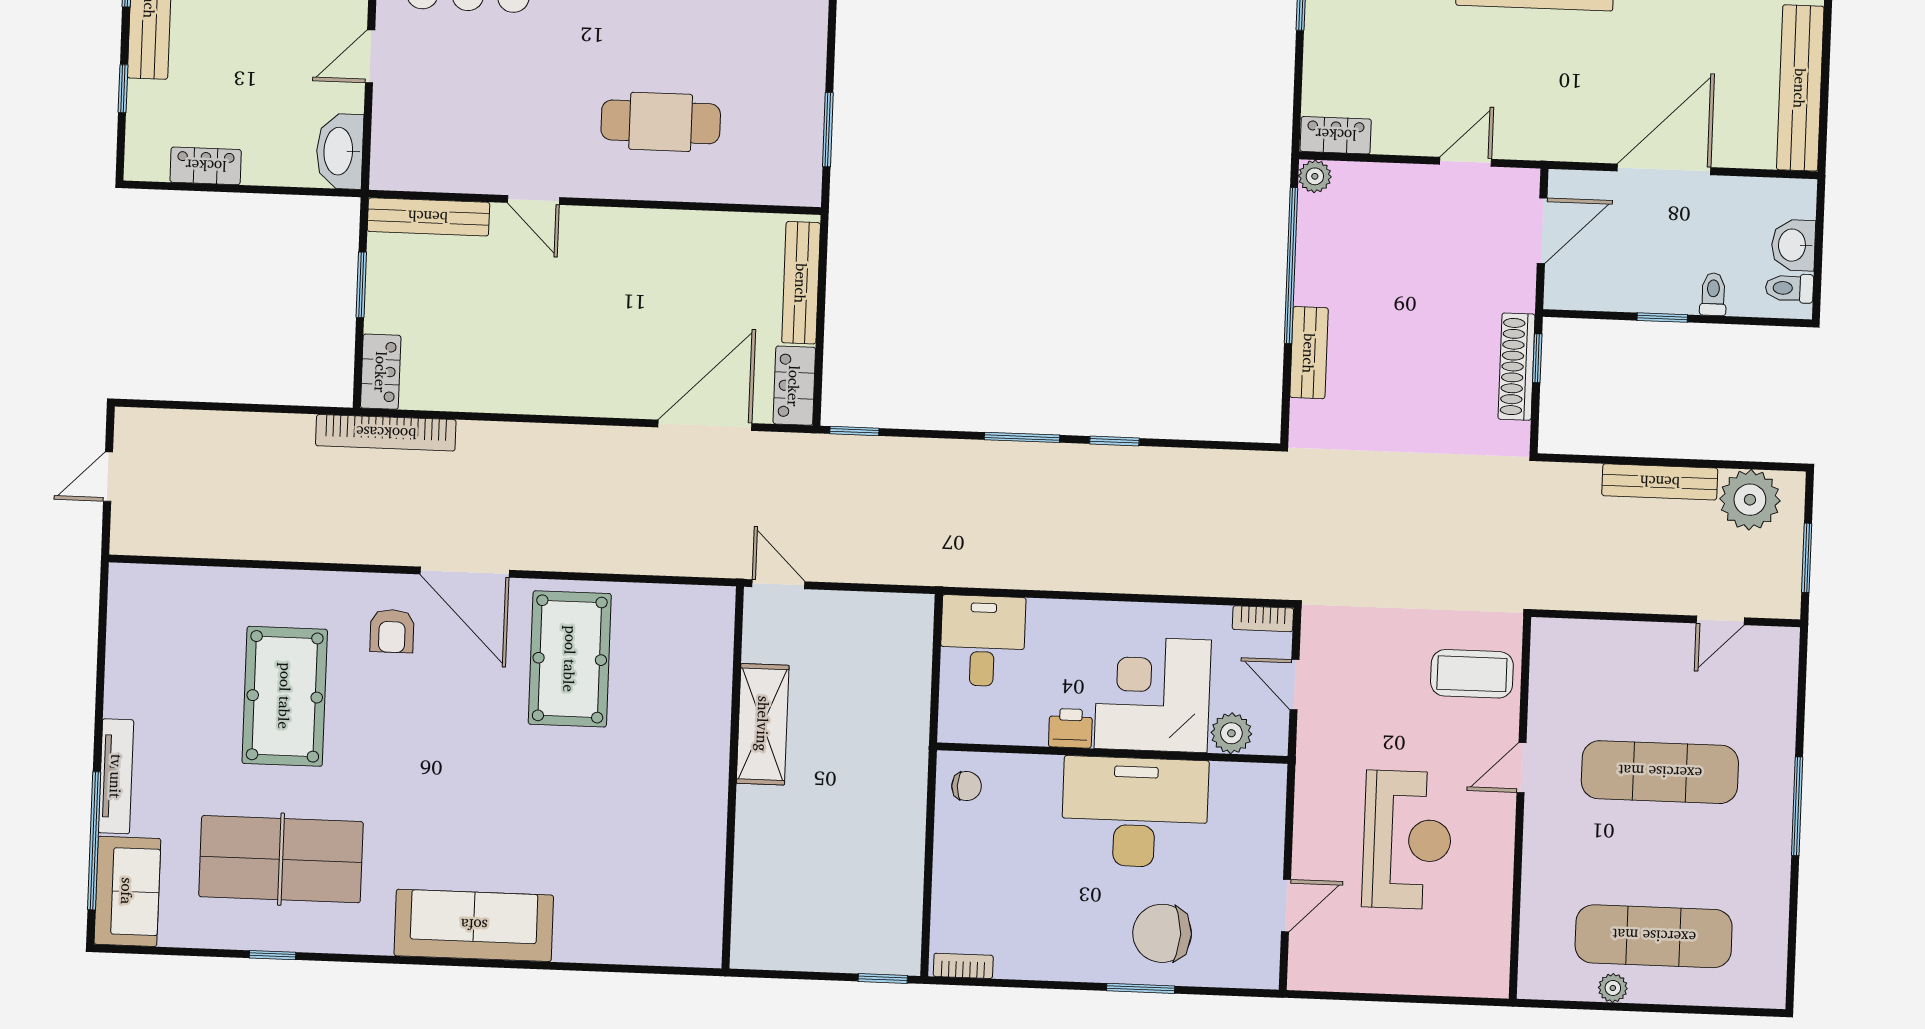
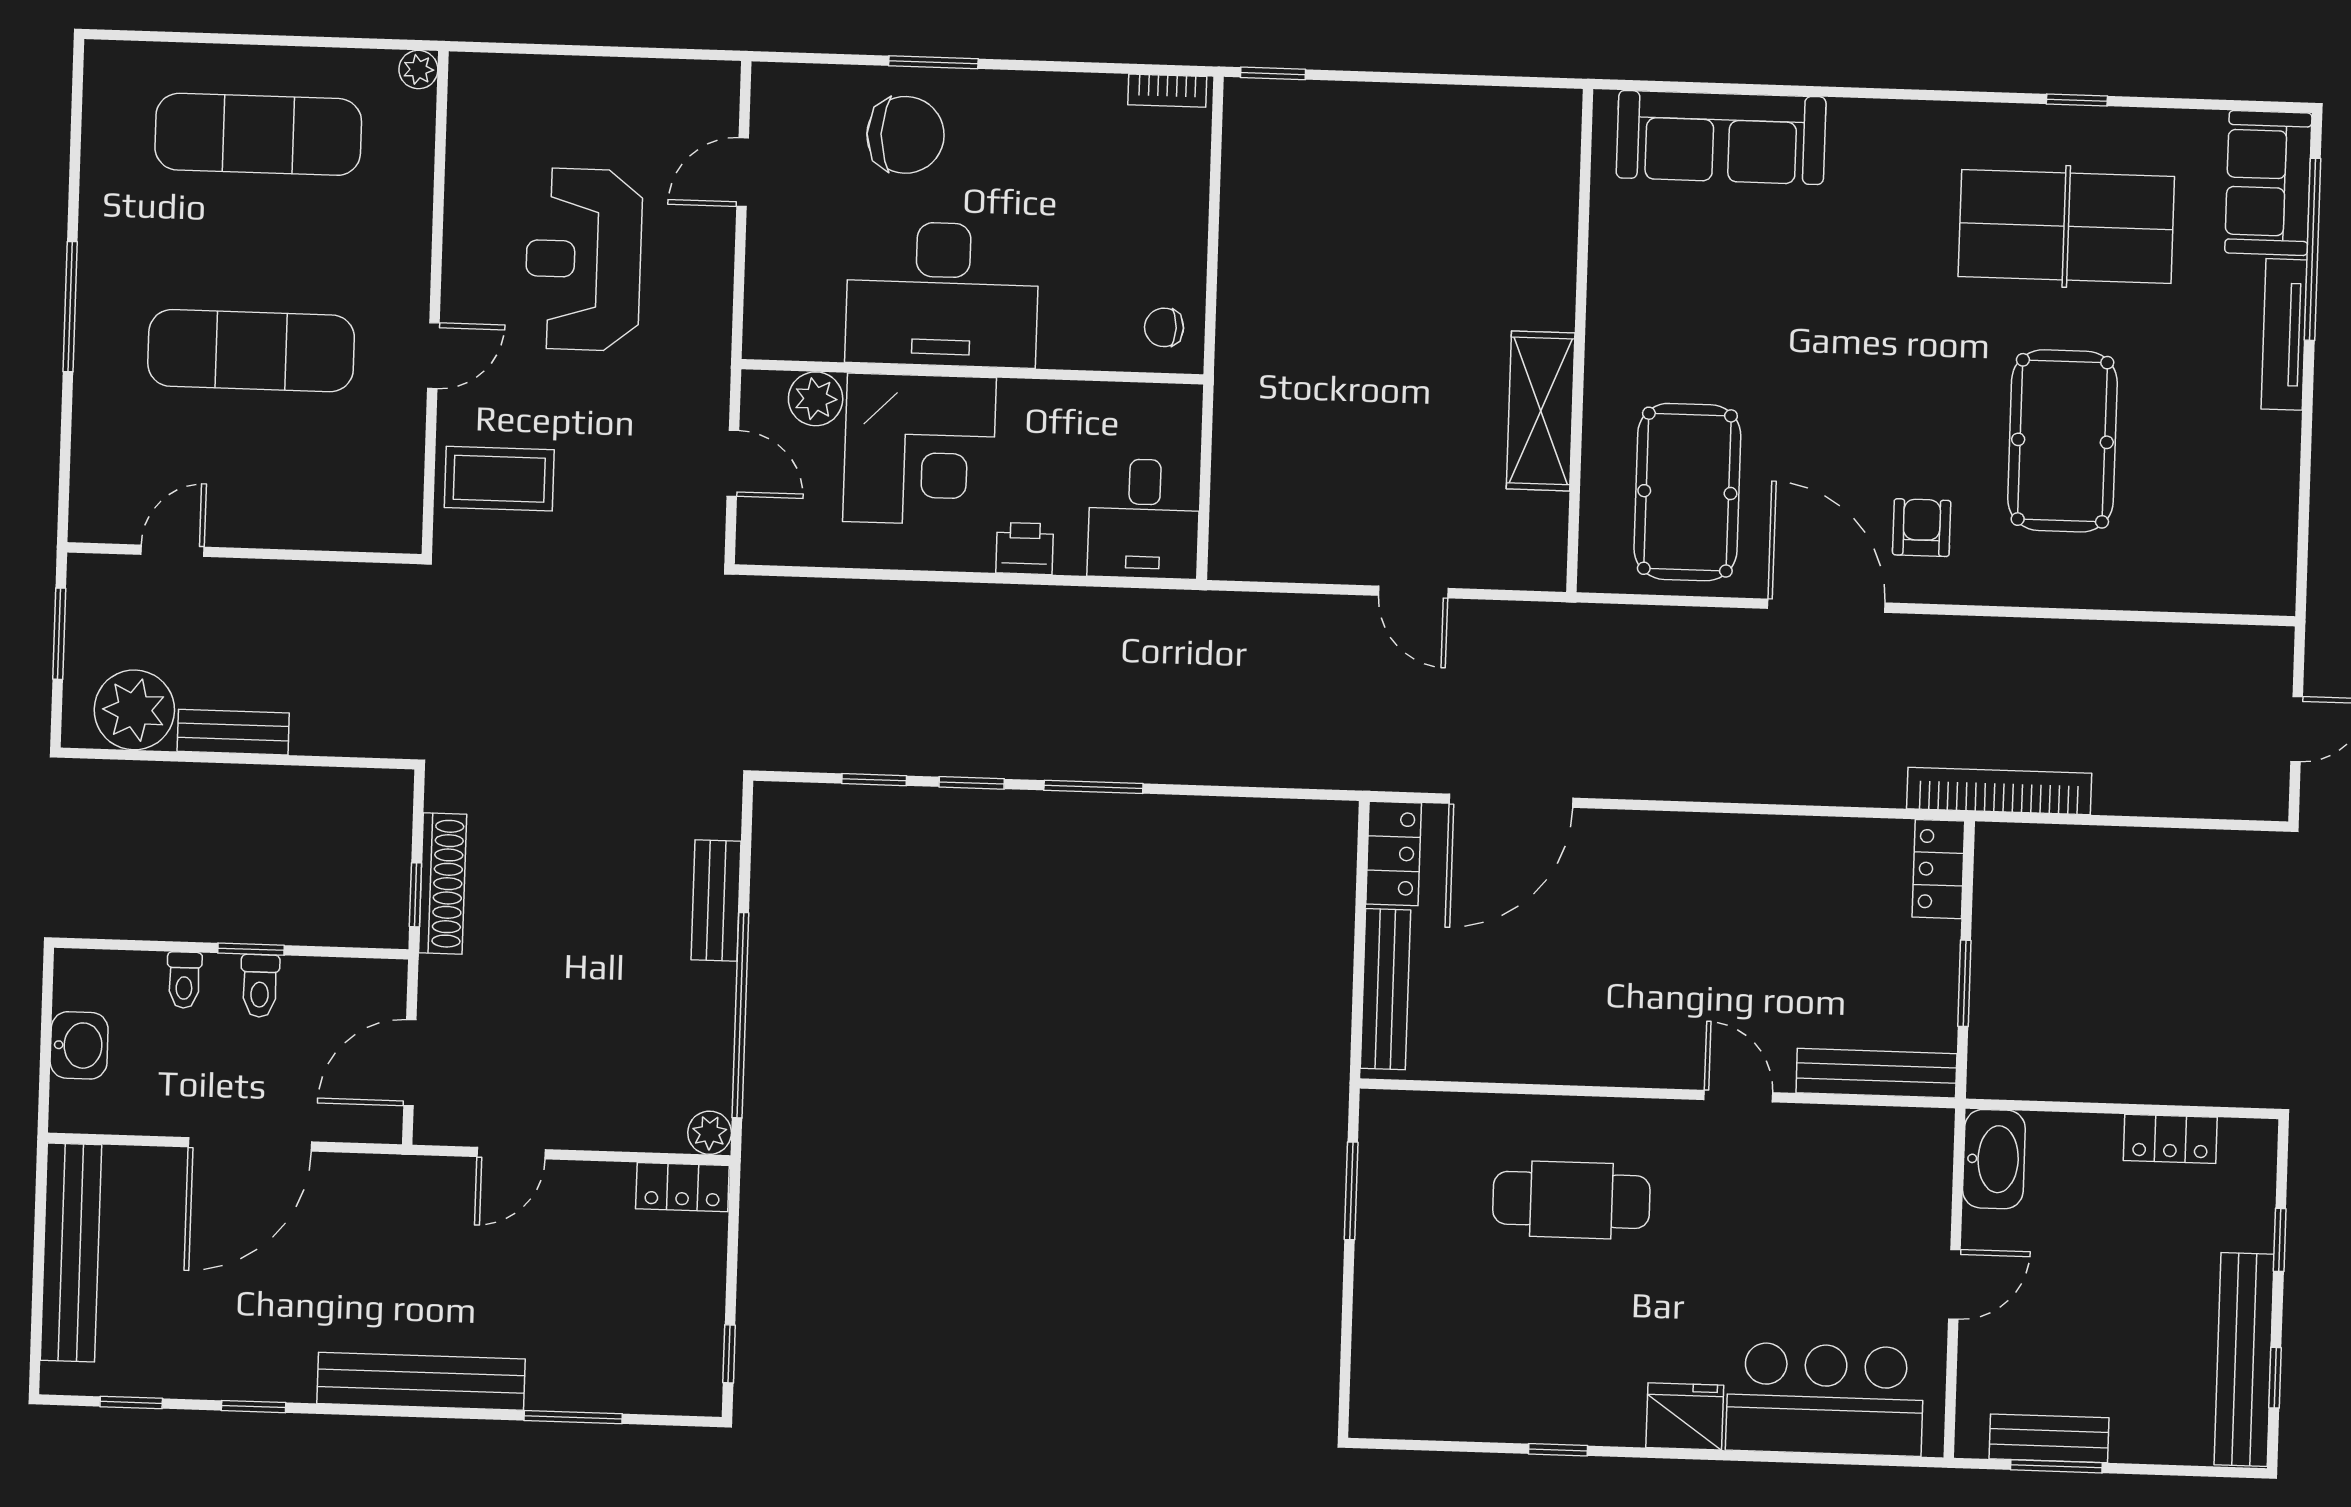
toilet: (1789, 288) -> (260, 986), moved, turned 90
window: (854, 431) -> (874, 780), moved
bookcase: (386, 433) -> (1999, 791), moved
bench: (1660, 482) -> (233, 732), width x0.73
bookcase: (1263, 619) -> (775, 550), removed
shelving: (763, 724) -> (1541, 411), moved
printer: (1070, 728) -> (1025, 548), moved, turned 180
wall: (733, 778) -> (1580, 341), moved
sofa: (474, 925) -> (1721, 137), moved
plant: (1613, 988) -> (418, 70), moved

